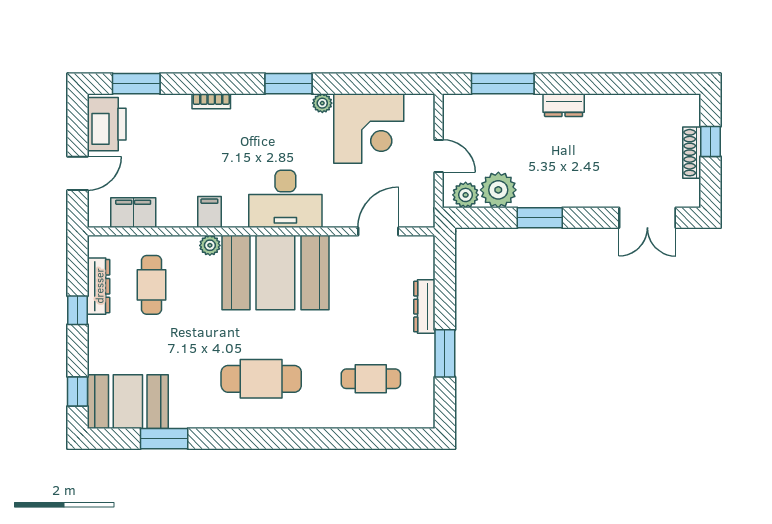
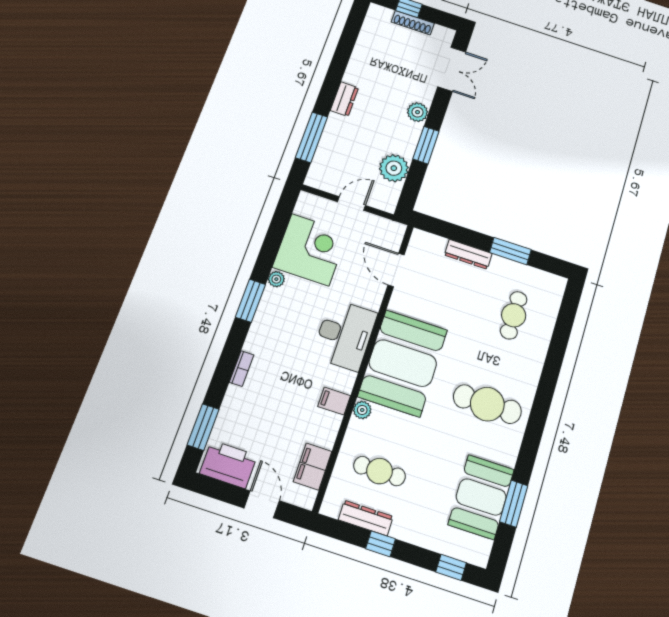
plant: (466, 195) -> (418, 112), moved
cafe table: (261, 379) -> (487, 404), turned 90
booth: (128, 402) -> (481, 497), moved

